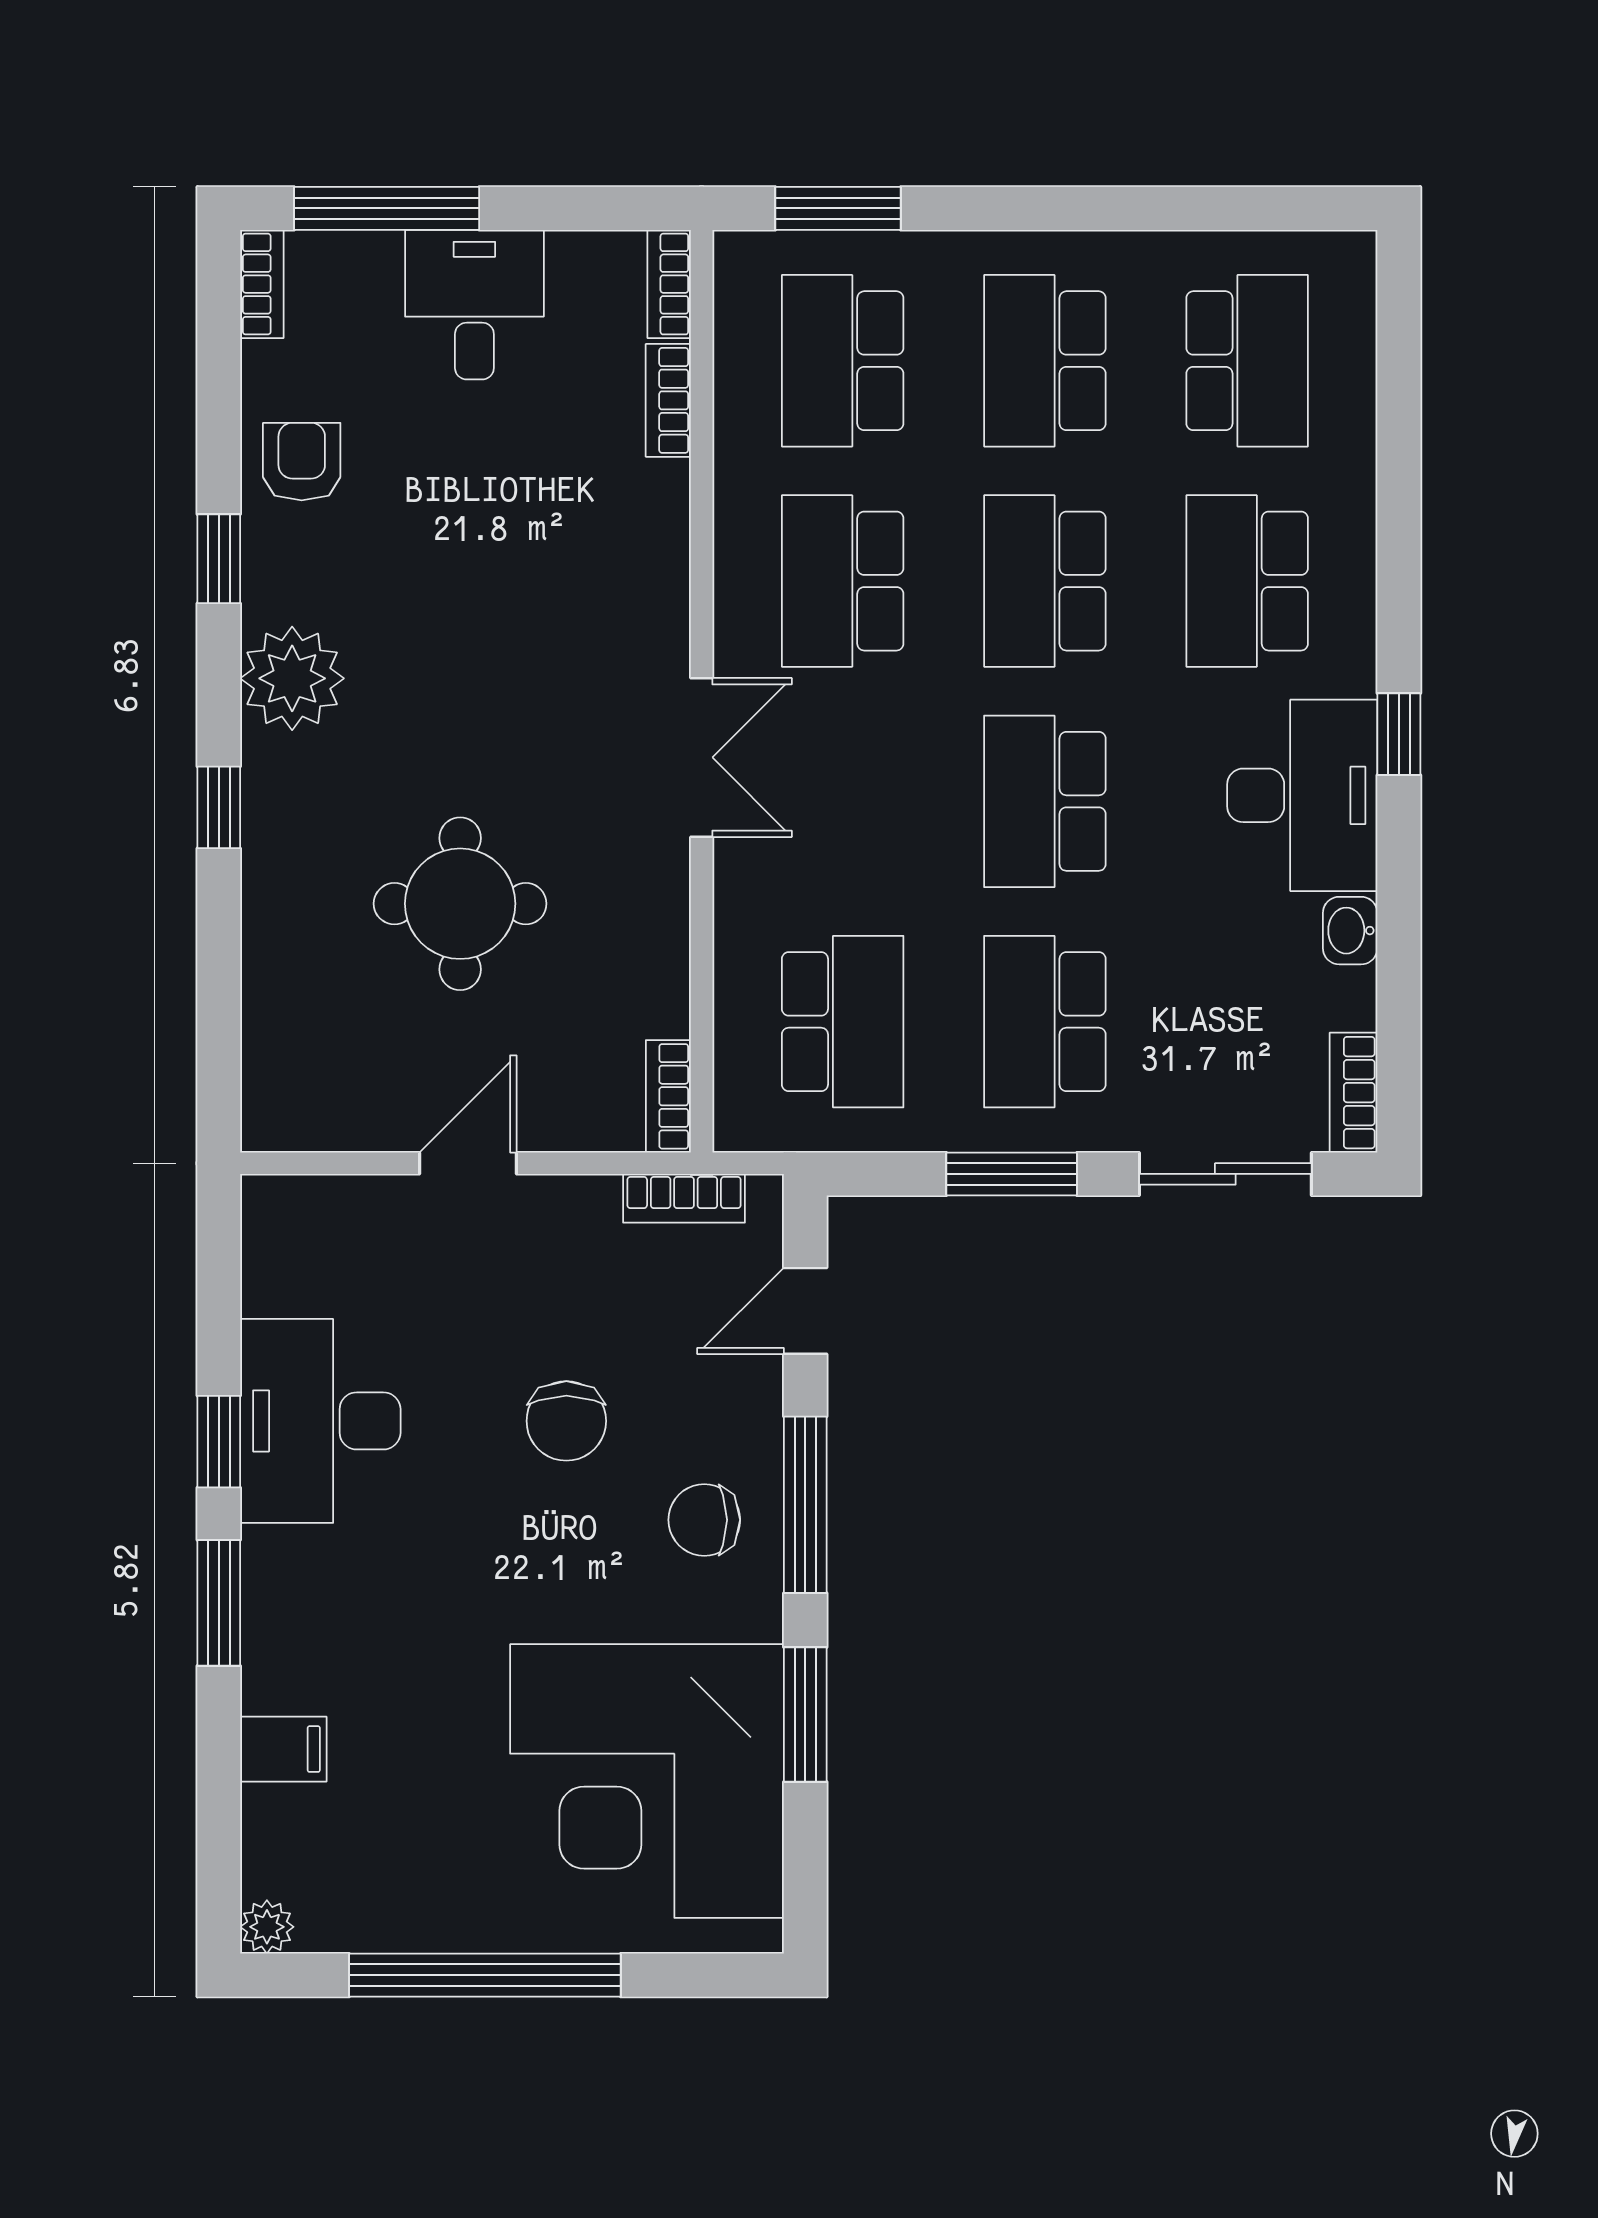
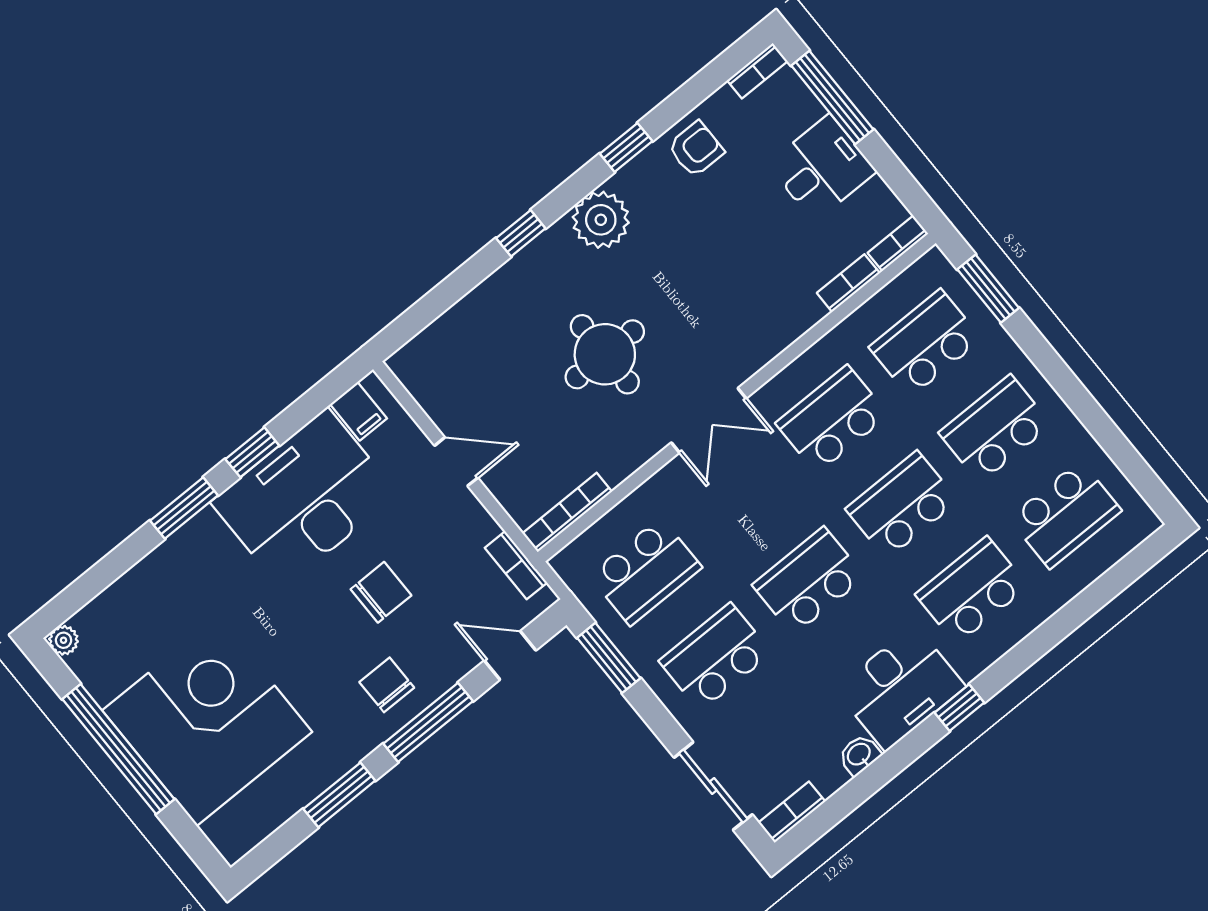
round table: (460, 904) -> (605, 354), moved
bookcase: (668, 1096) -> (567, 512), width x1.56
window: (1012, 1174) -> (609, 658), moved
desk: (320, 1421) -> (304, 498), width x1.36, depth x1.30
chair: (566, 1421) -> (381, 592), turned 180
filing cabinet: (283, 1749) -> (358, 411), moved
corner desk: (647, 1781) -> (207, 721), moved, turned 90

